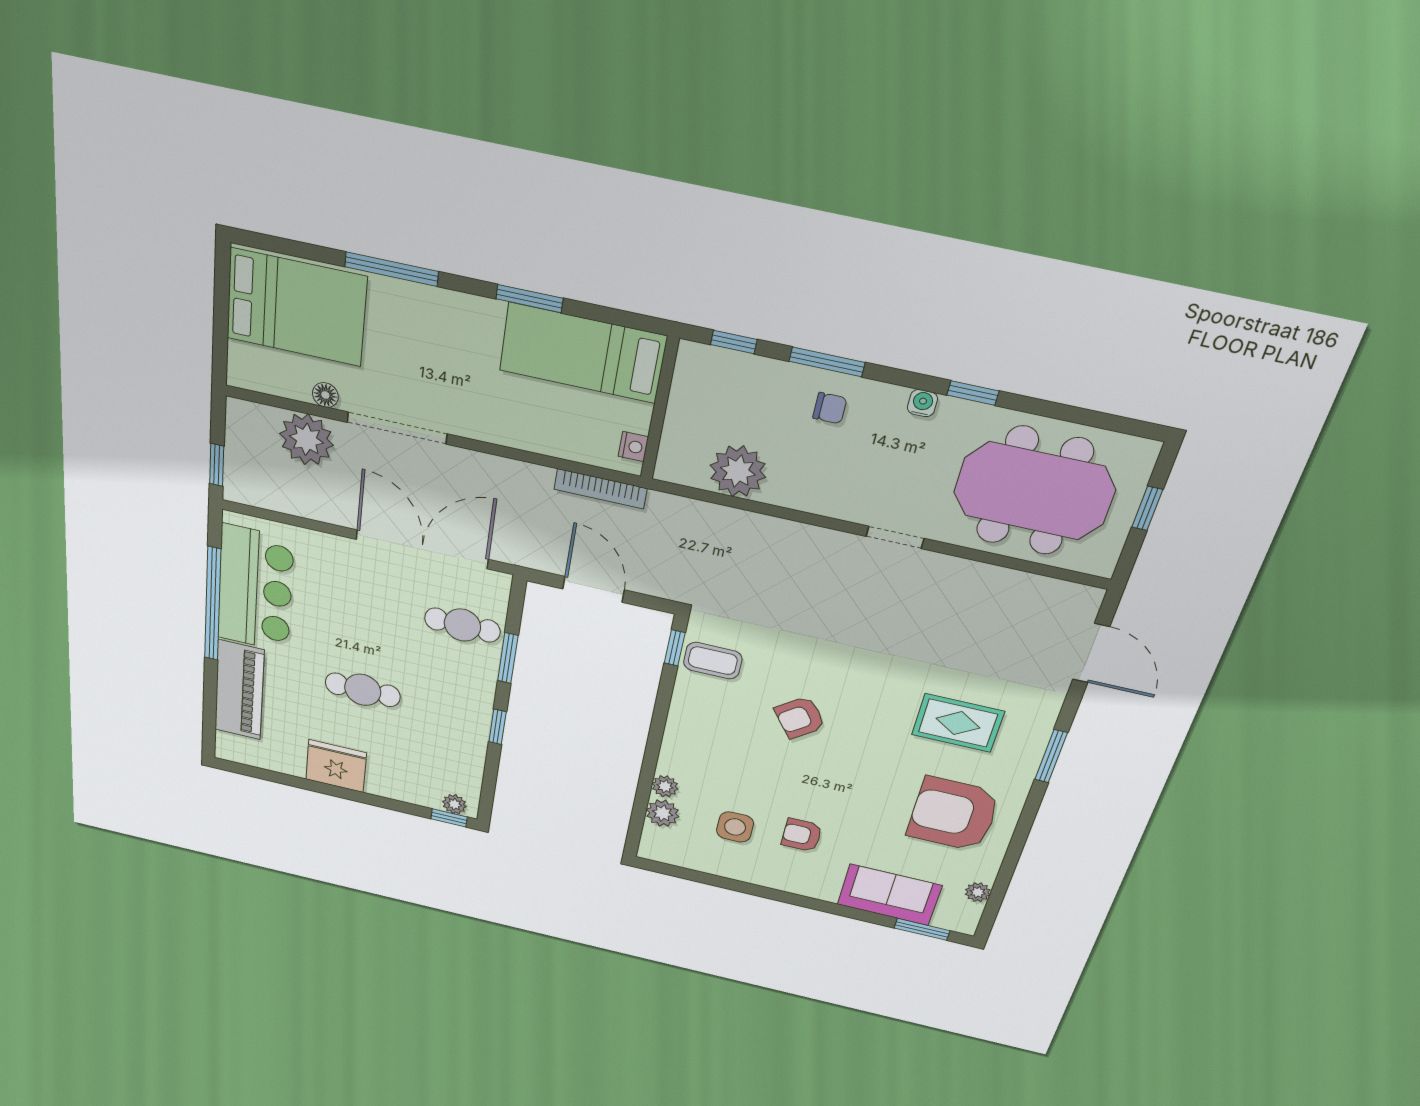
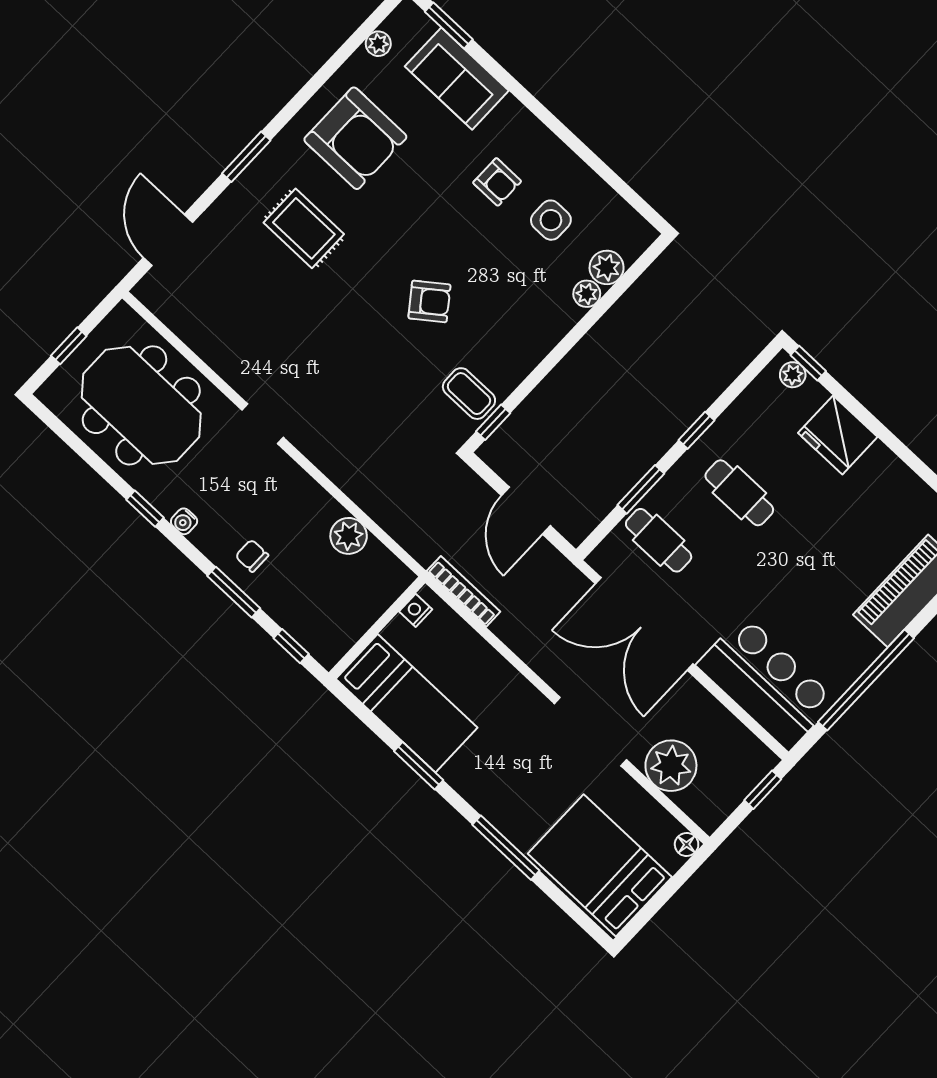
floor lamp: (325, 395) -> (687, 845), moved
plant: (738, 471) -> (349, 536), width x0.73, depth x0.73
bar counter: (255, 589) -> (766, 683), moved, turned 90
cafe table: (363, 690) -> (739, 493), moved
fridge: (336, 766) -> (838, 435), moved

